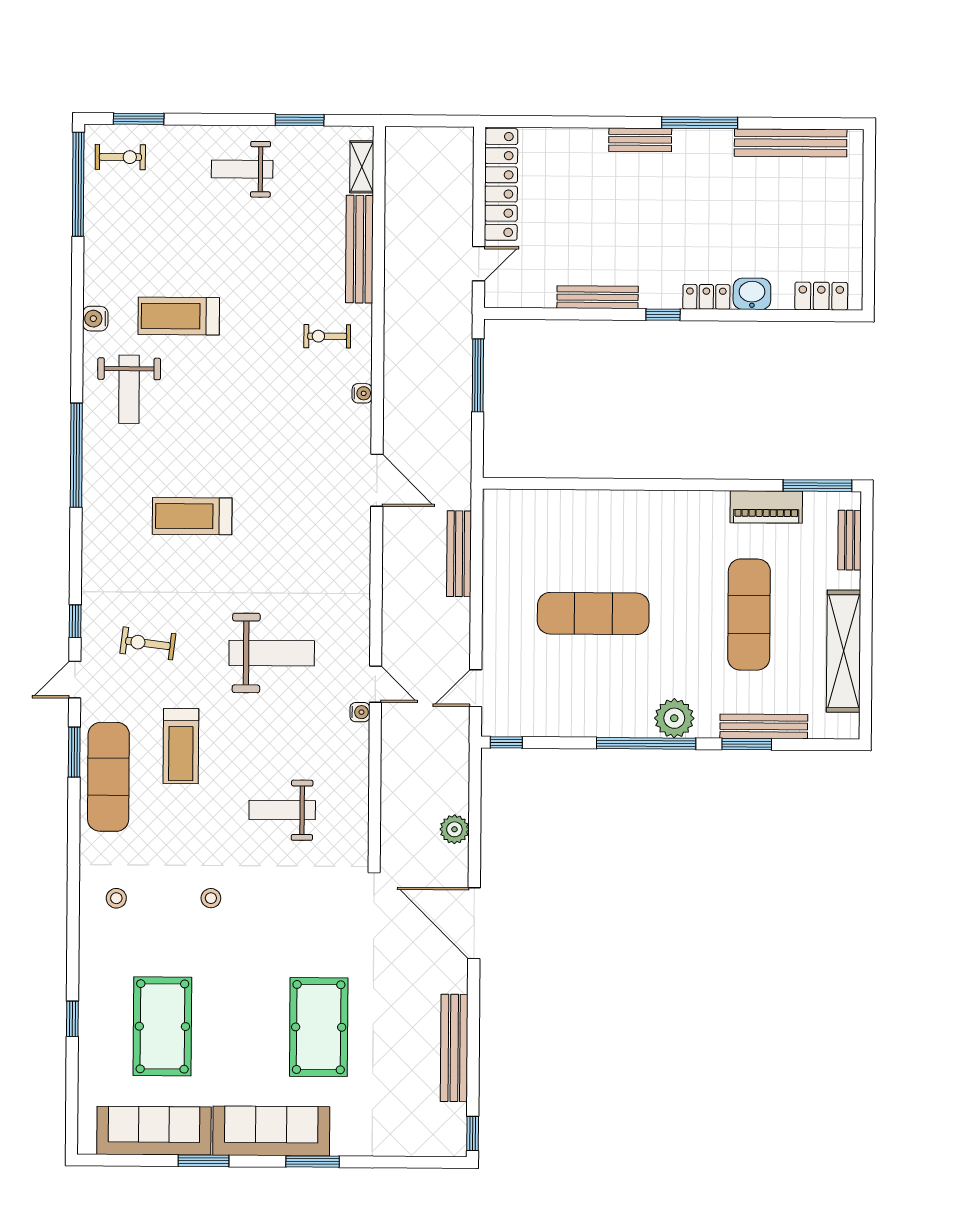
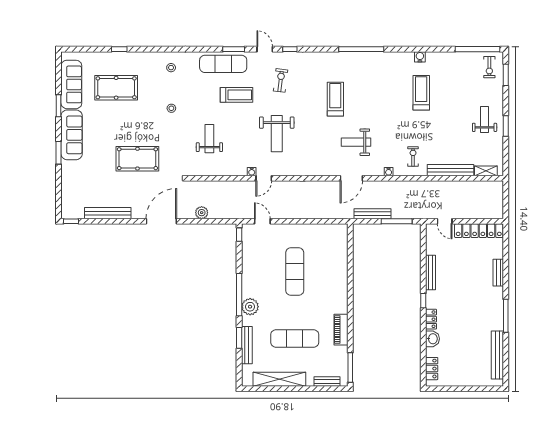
window: (300, 120) -> (506, 126), moved
bench: (640, 140) -> (498, 273), moved
weight bench: (129, 389) -> (356, 142), moved
piano: (766, 507) -> (341, 330), moved
bench: (459, 554) -> (373, 214), moved
treadmill: (181, 746) -> (237, 95), turned 180
pool table: (319, 1027) -> (137, 159), moved

